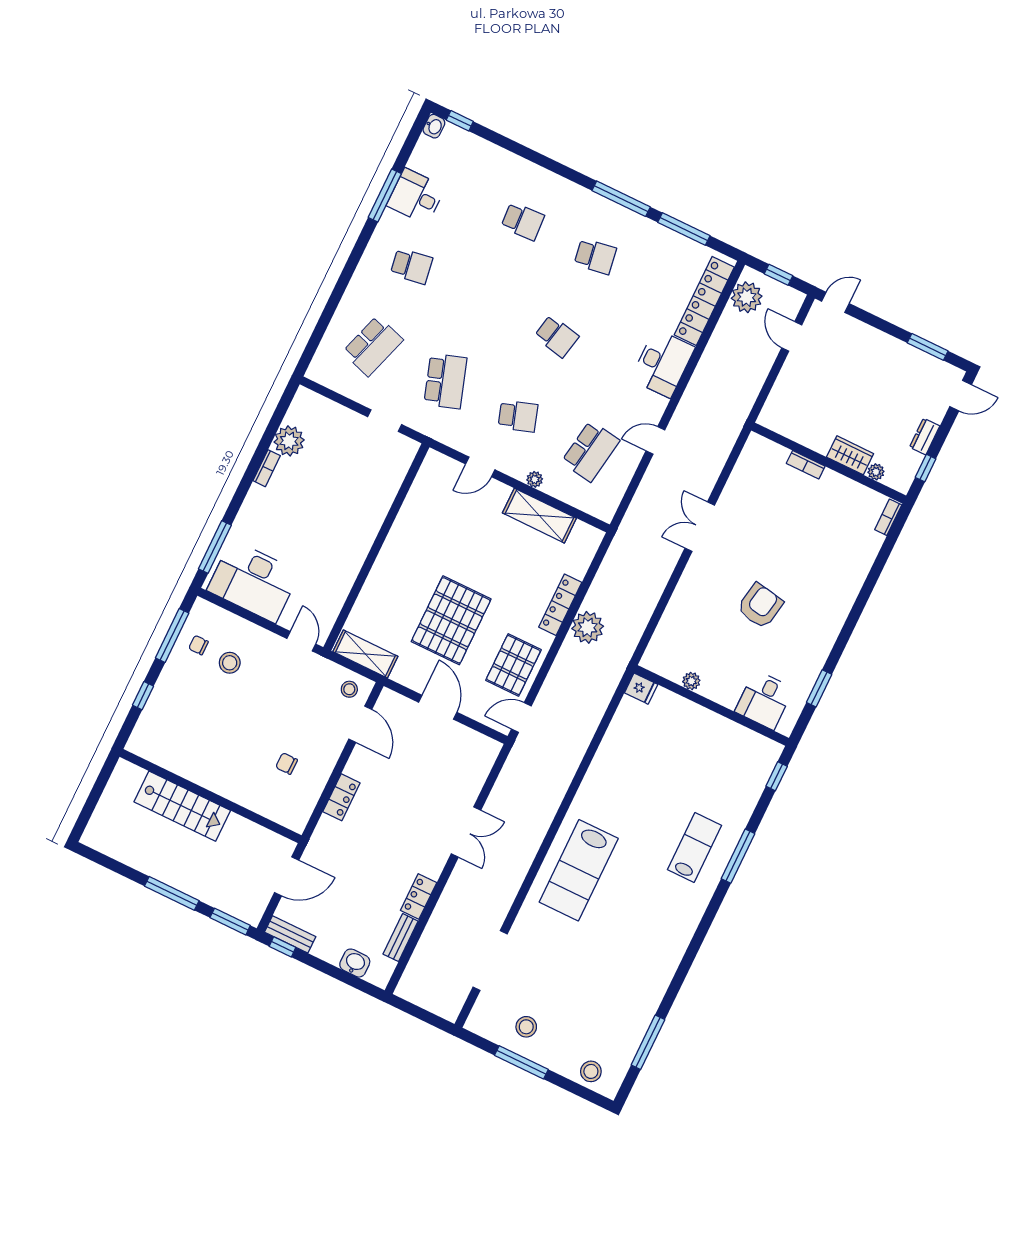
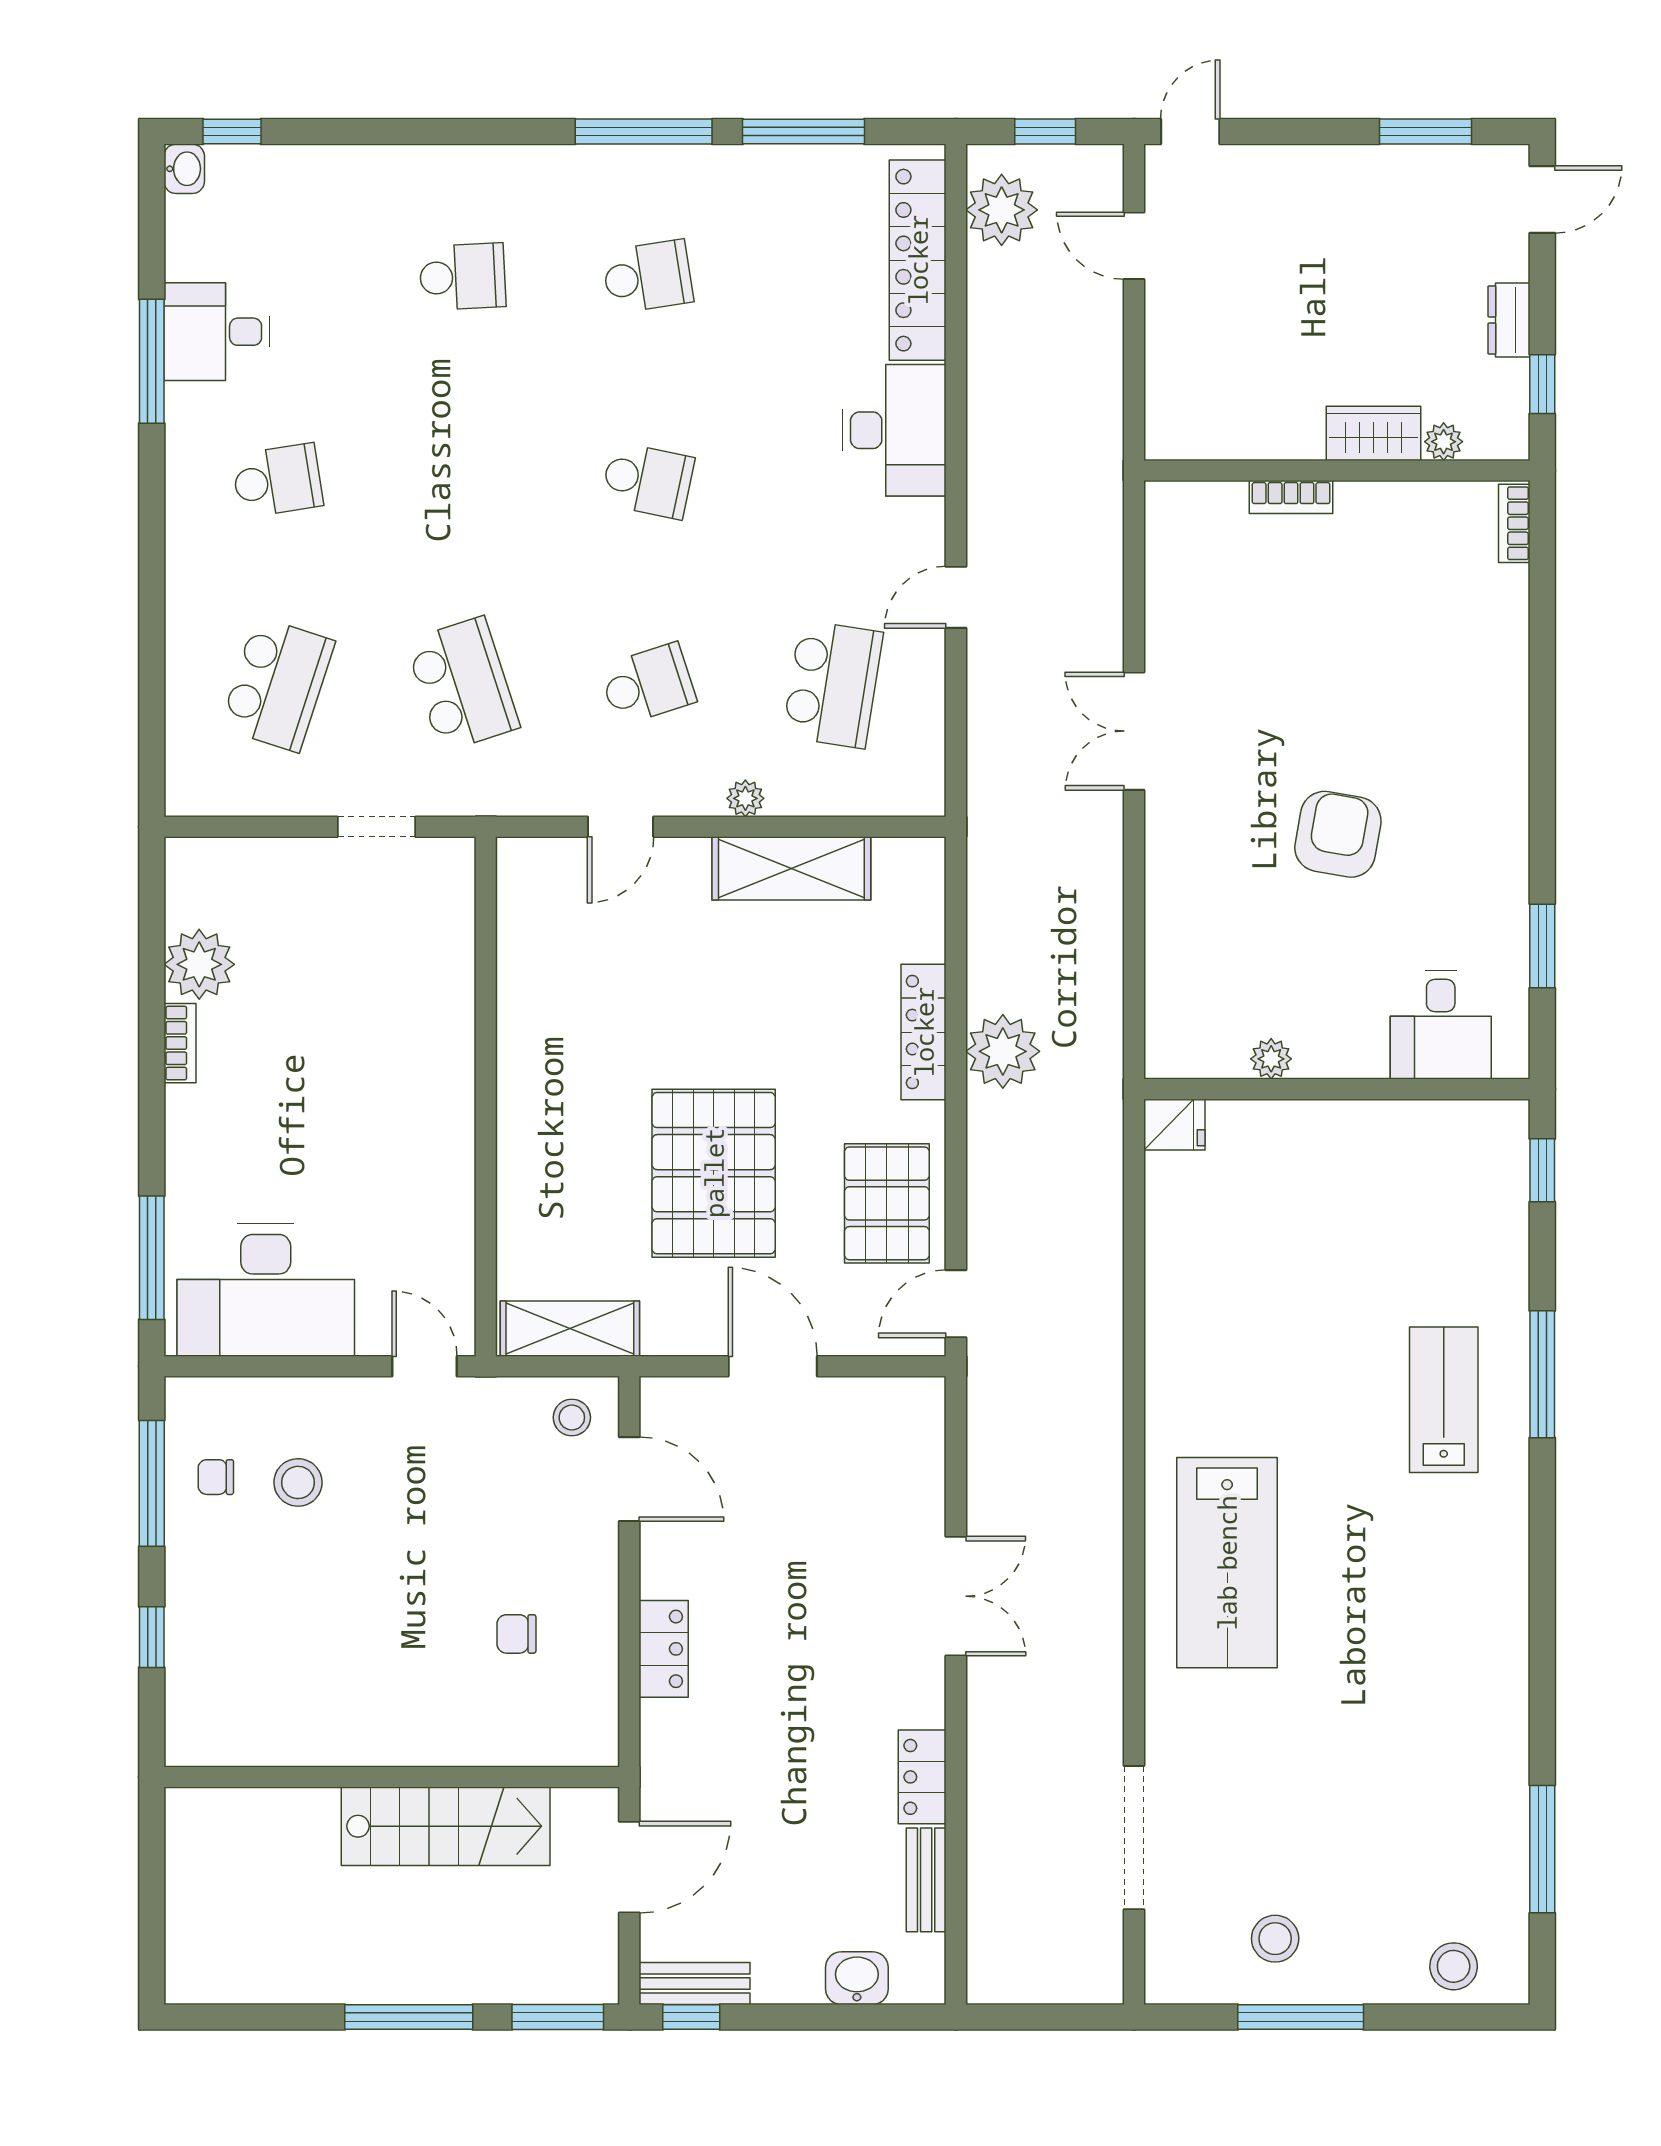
stairs: (182, 806) -> (446, 1826), moved

